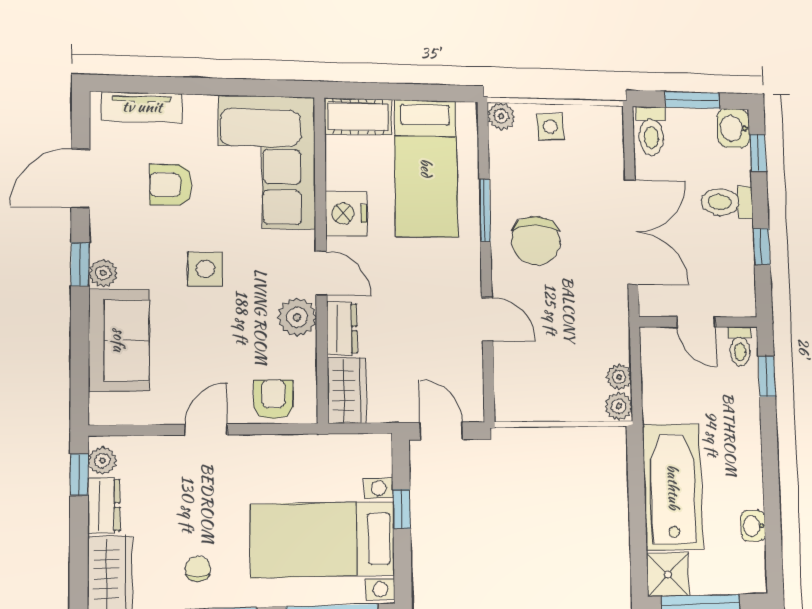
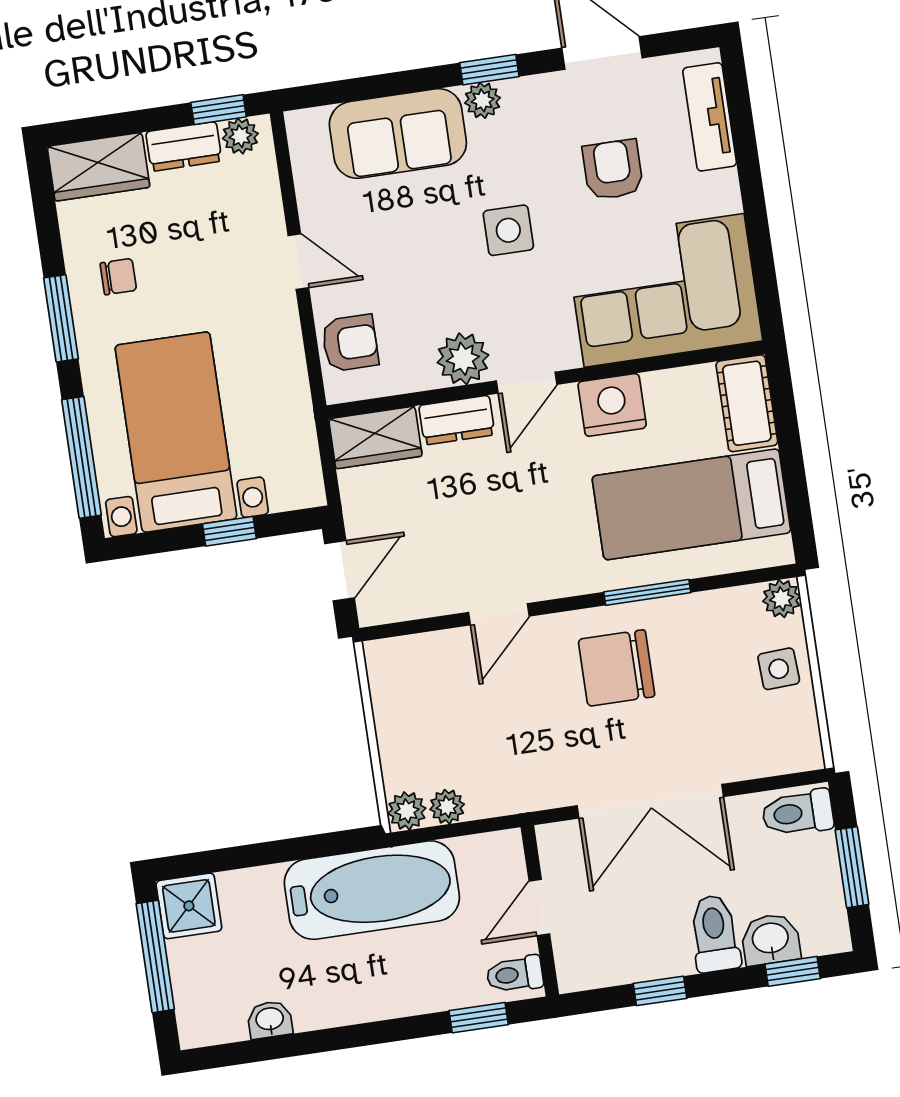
washbasin: (733, 128) -> (770, 939), moved
bathtub: (673, 487) -> (372, 890), moved

